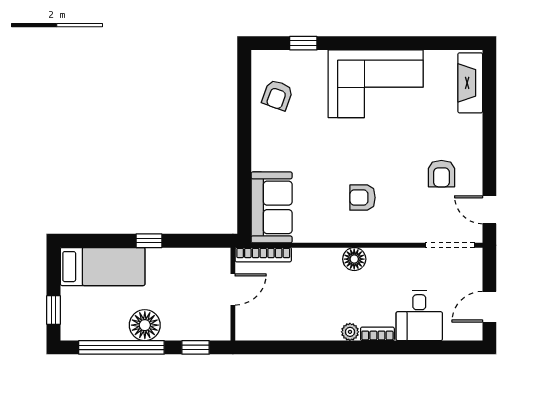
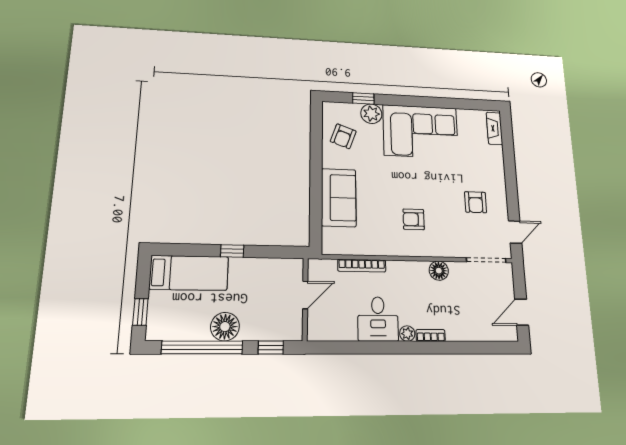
plant: (313, 63) -> (371, 114), added
fireplace: (470, 83) -> (495, 128), width x0.73, depth x0.76
sofa: (272, 207) -> (339, 198), moved
door: (489, 210) -> (515, 232), swing flipped
bookcase: (263, 255) -> (362, 266), moved
floor lamp: (354, 259) -> (439, 271), moved
desk: (419, 316) -> (378, 319), moved

